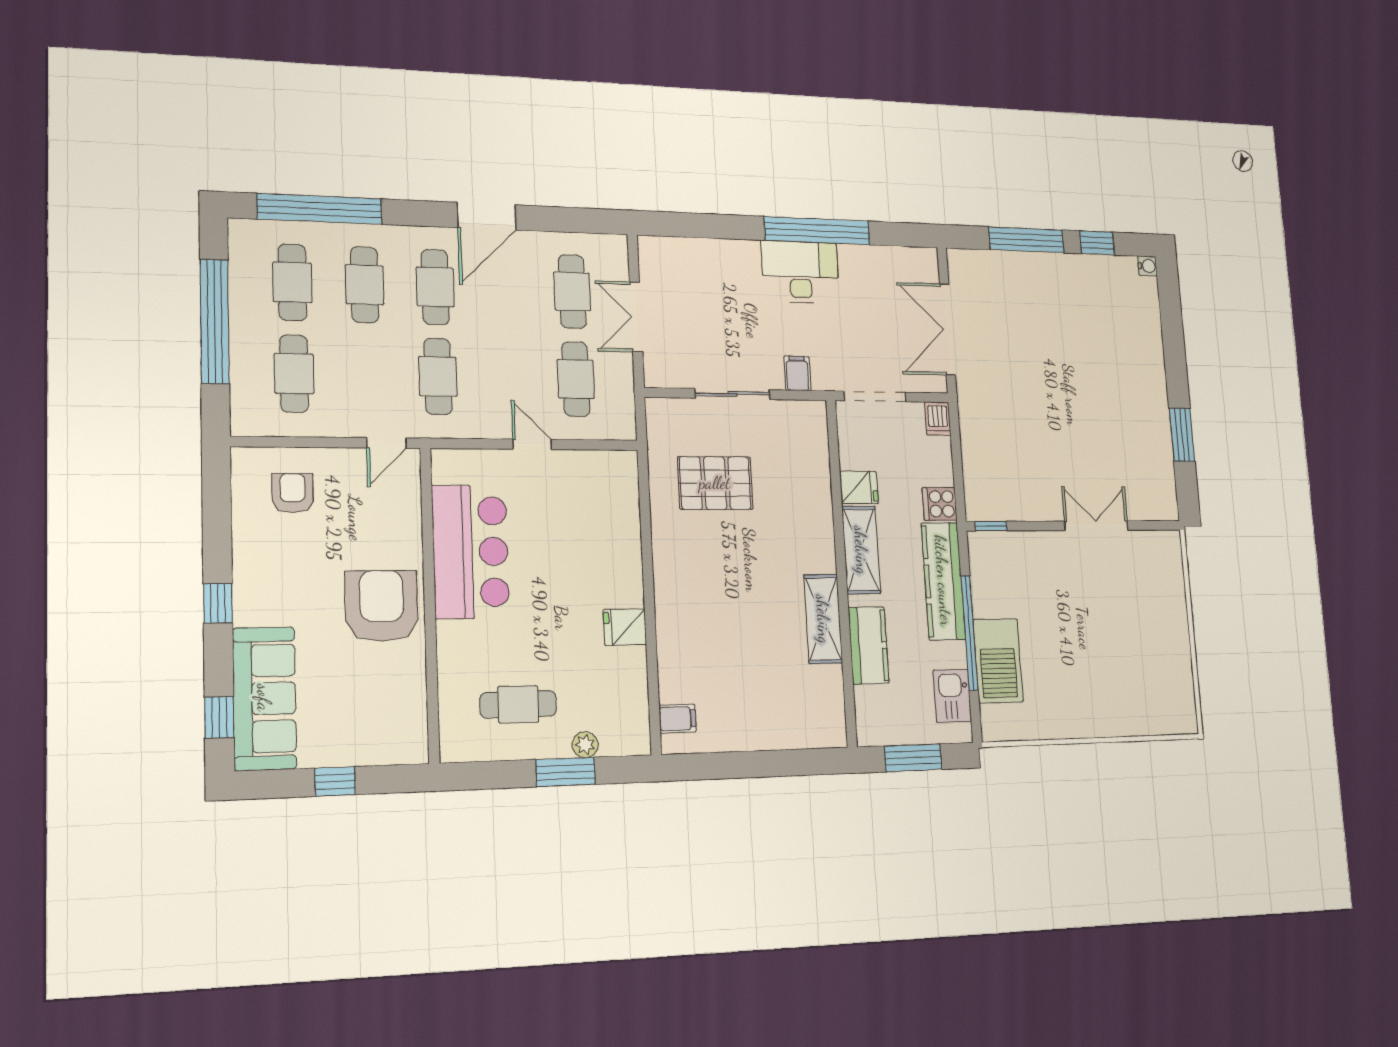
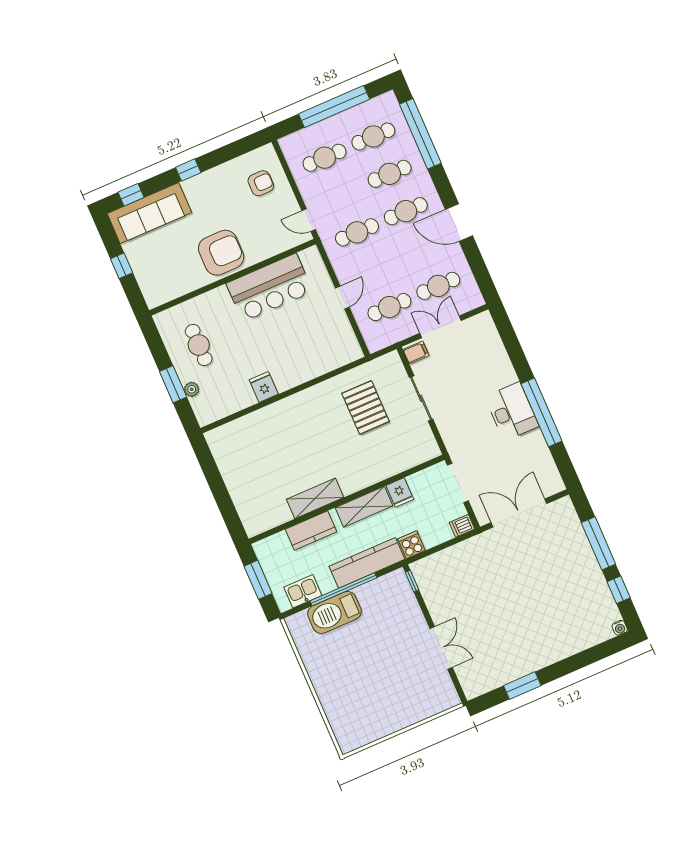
filing cabinet: (797, 373) -> (416, 352), moved
filing cabinet: (677, 719) -> (226, 435), removed

